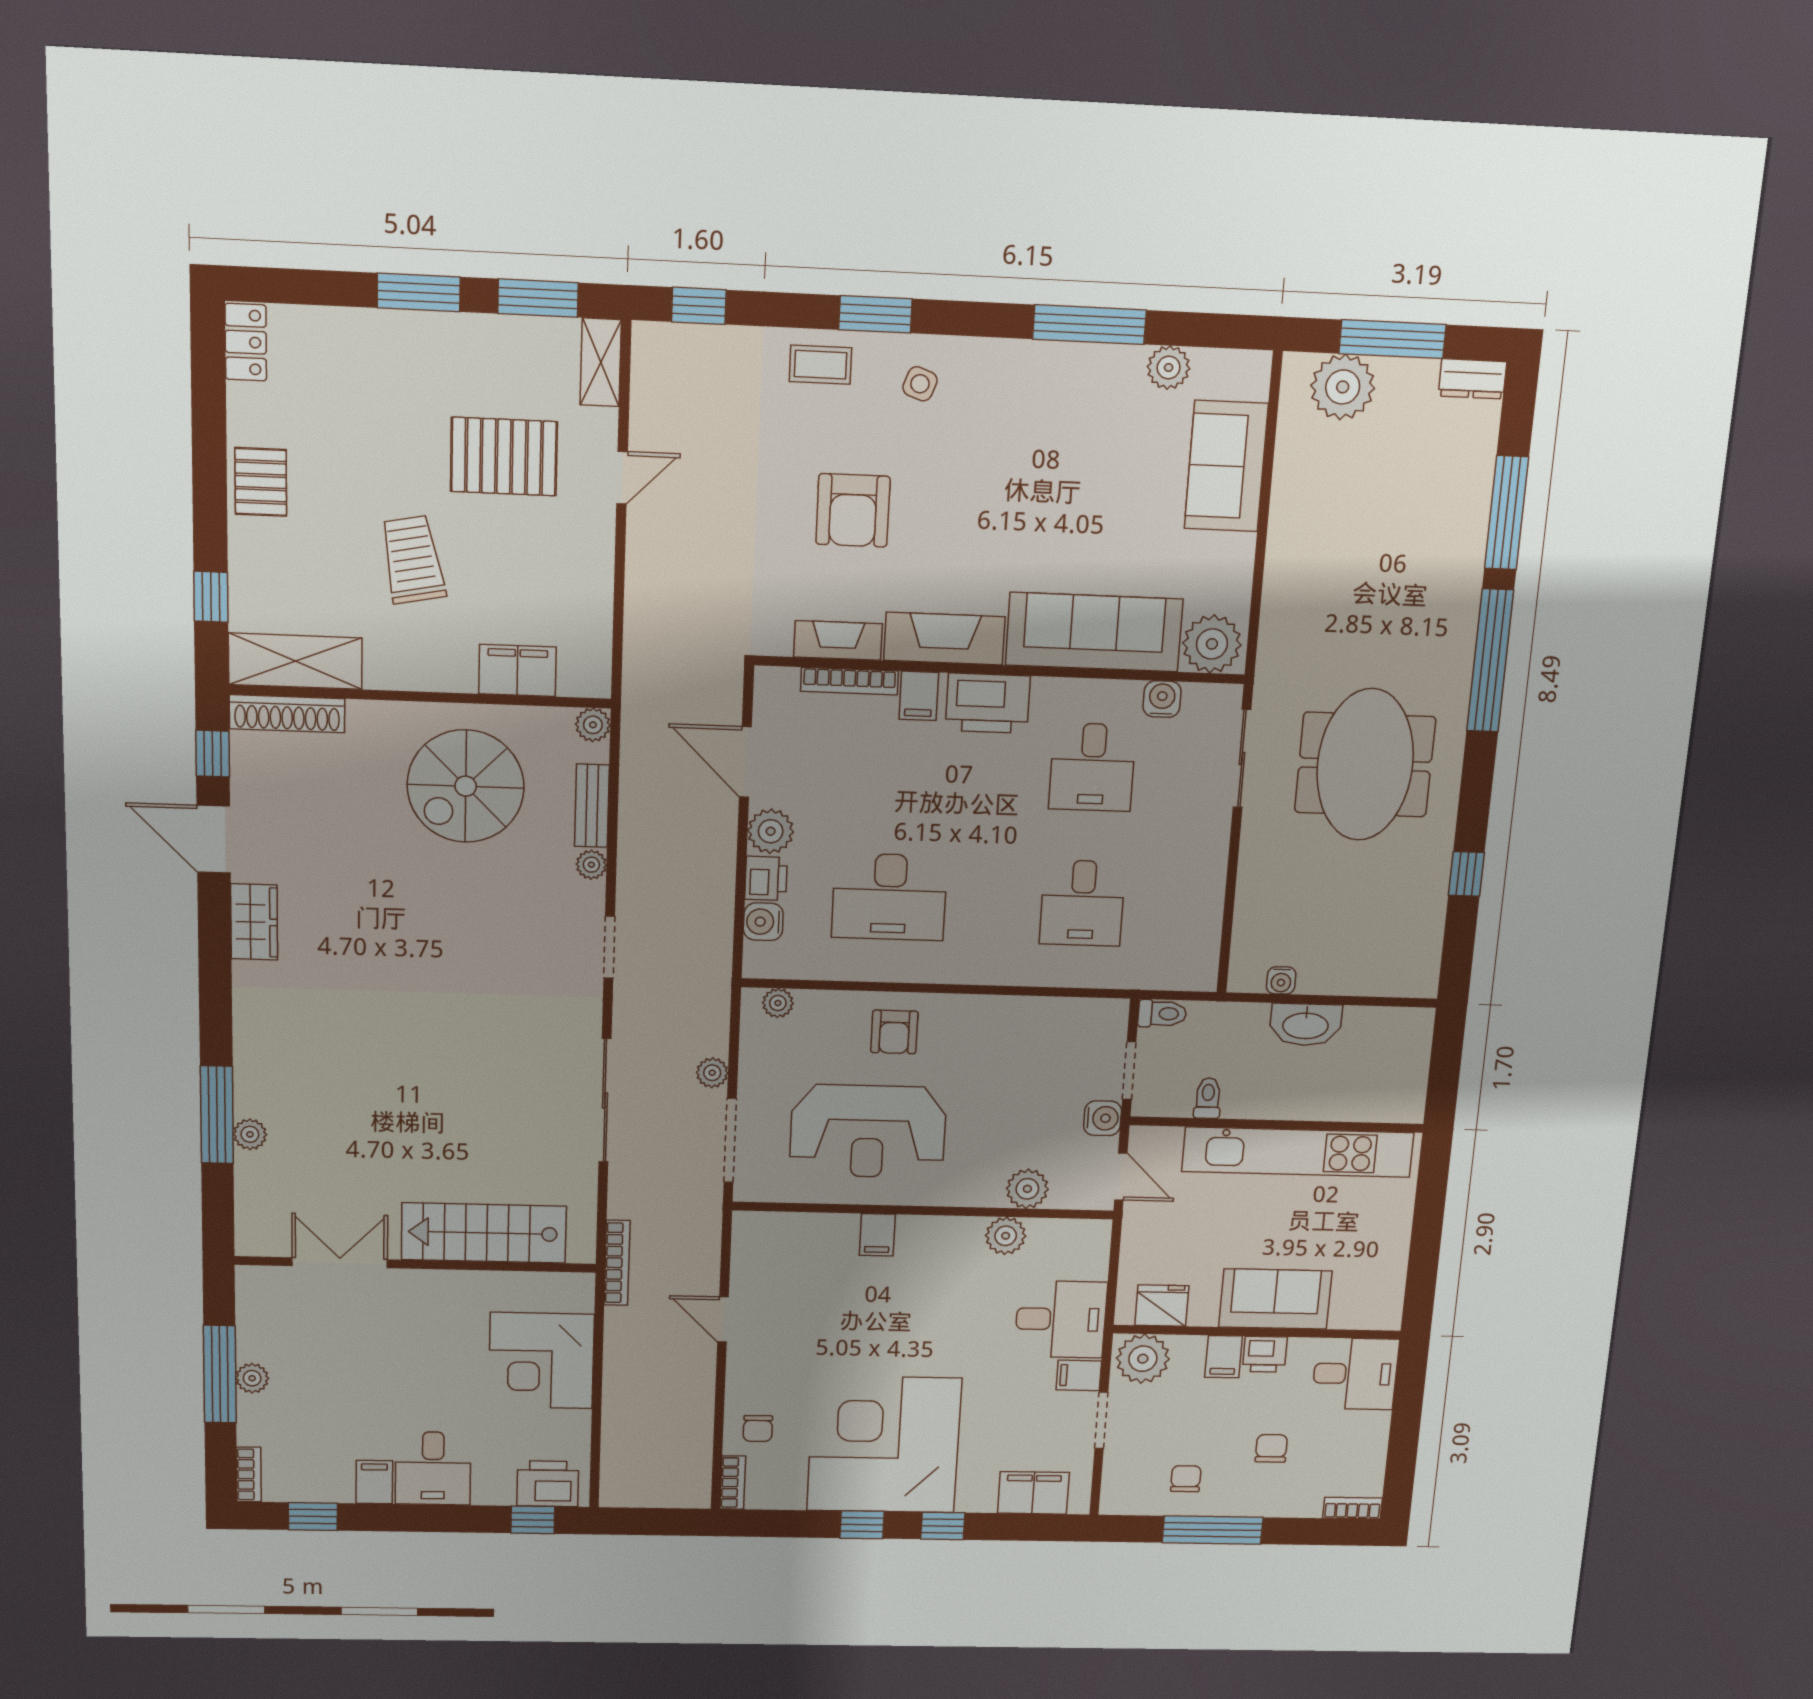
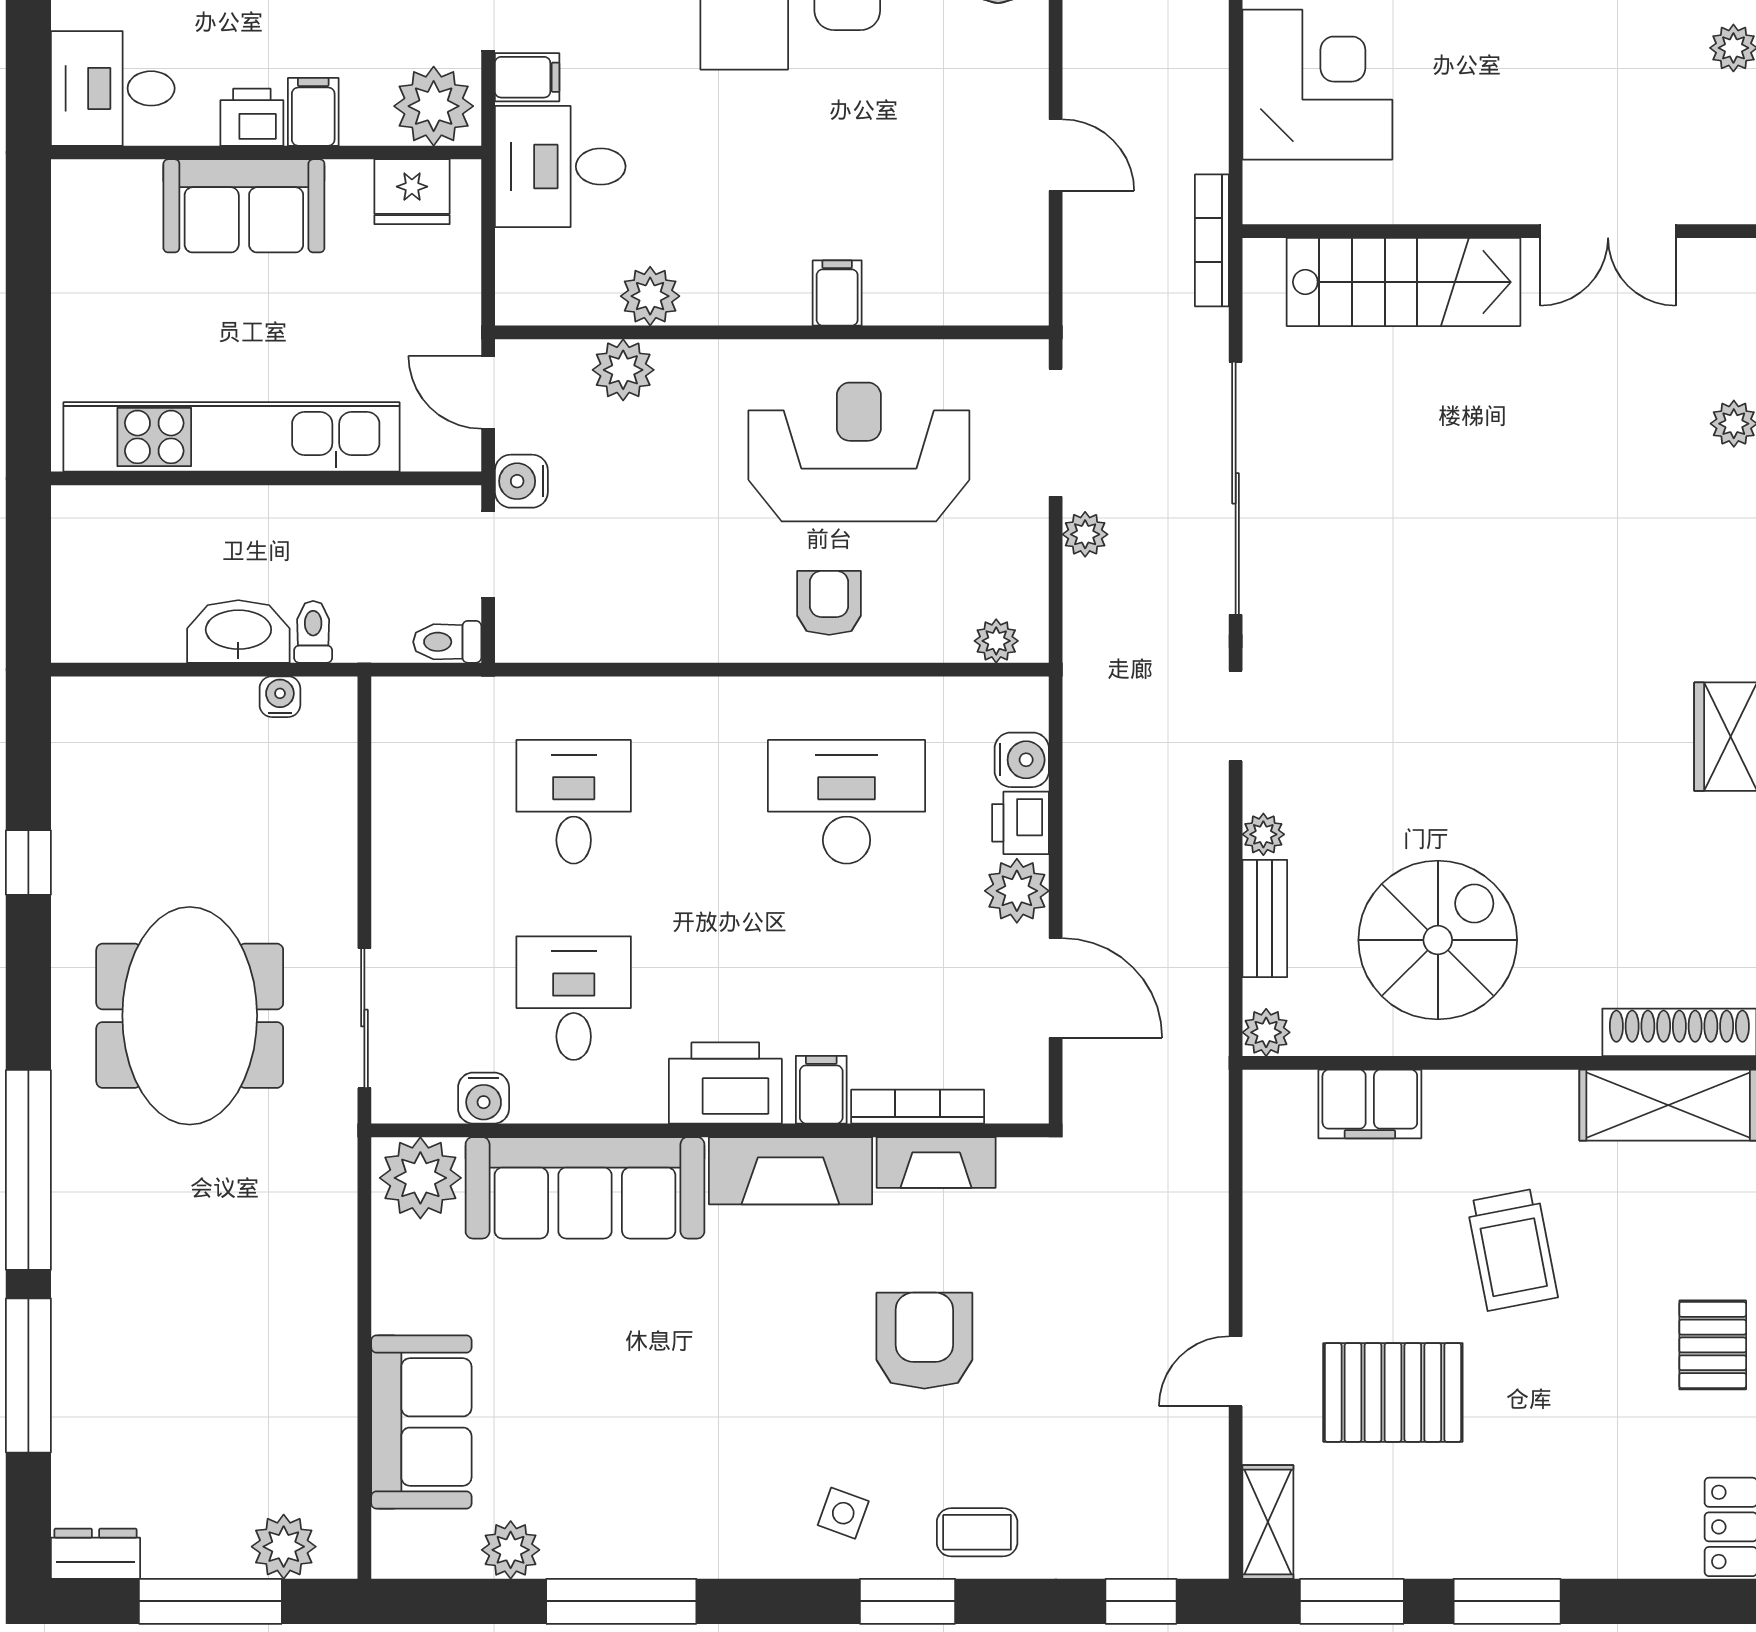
plant: (1343, 387) -> (284, 1547), width x0.73, depth x0.73
toilet: (1208, 1098) -> (313, 632), moved, turned 180
sliding door: (605, 1100) -> (1236, 488), width x1.36

